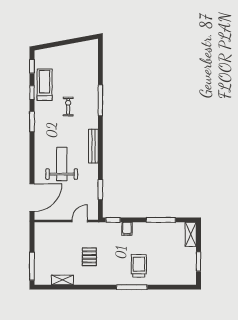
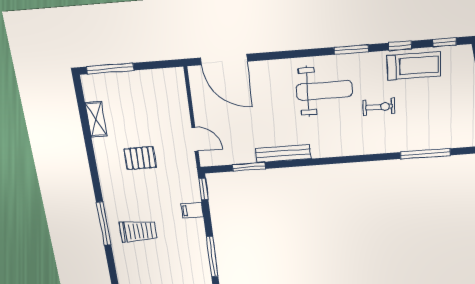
window: (100, 100) -> (425, 154), moved
bench: (93, 146) -> (283, 154), moved
weight bench: (62, 164) -> (324, 90), moved

